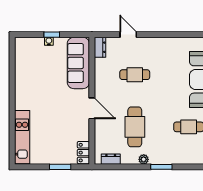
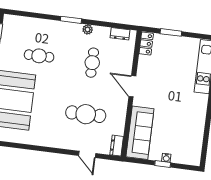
cafe table: (135, 75) -> (86, 114), width x1.37, depth x1.35
cafe table: (135, 127) -> (92, 63), width x0.73, depth x0.74

